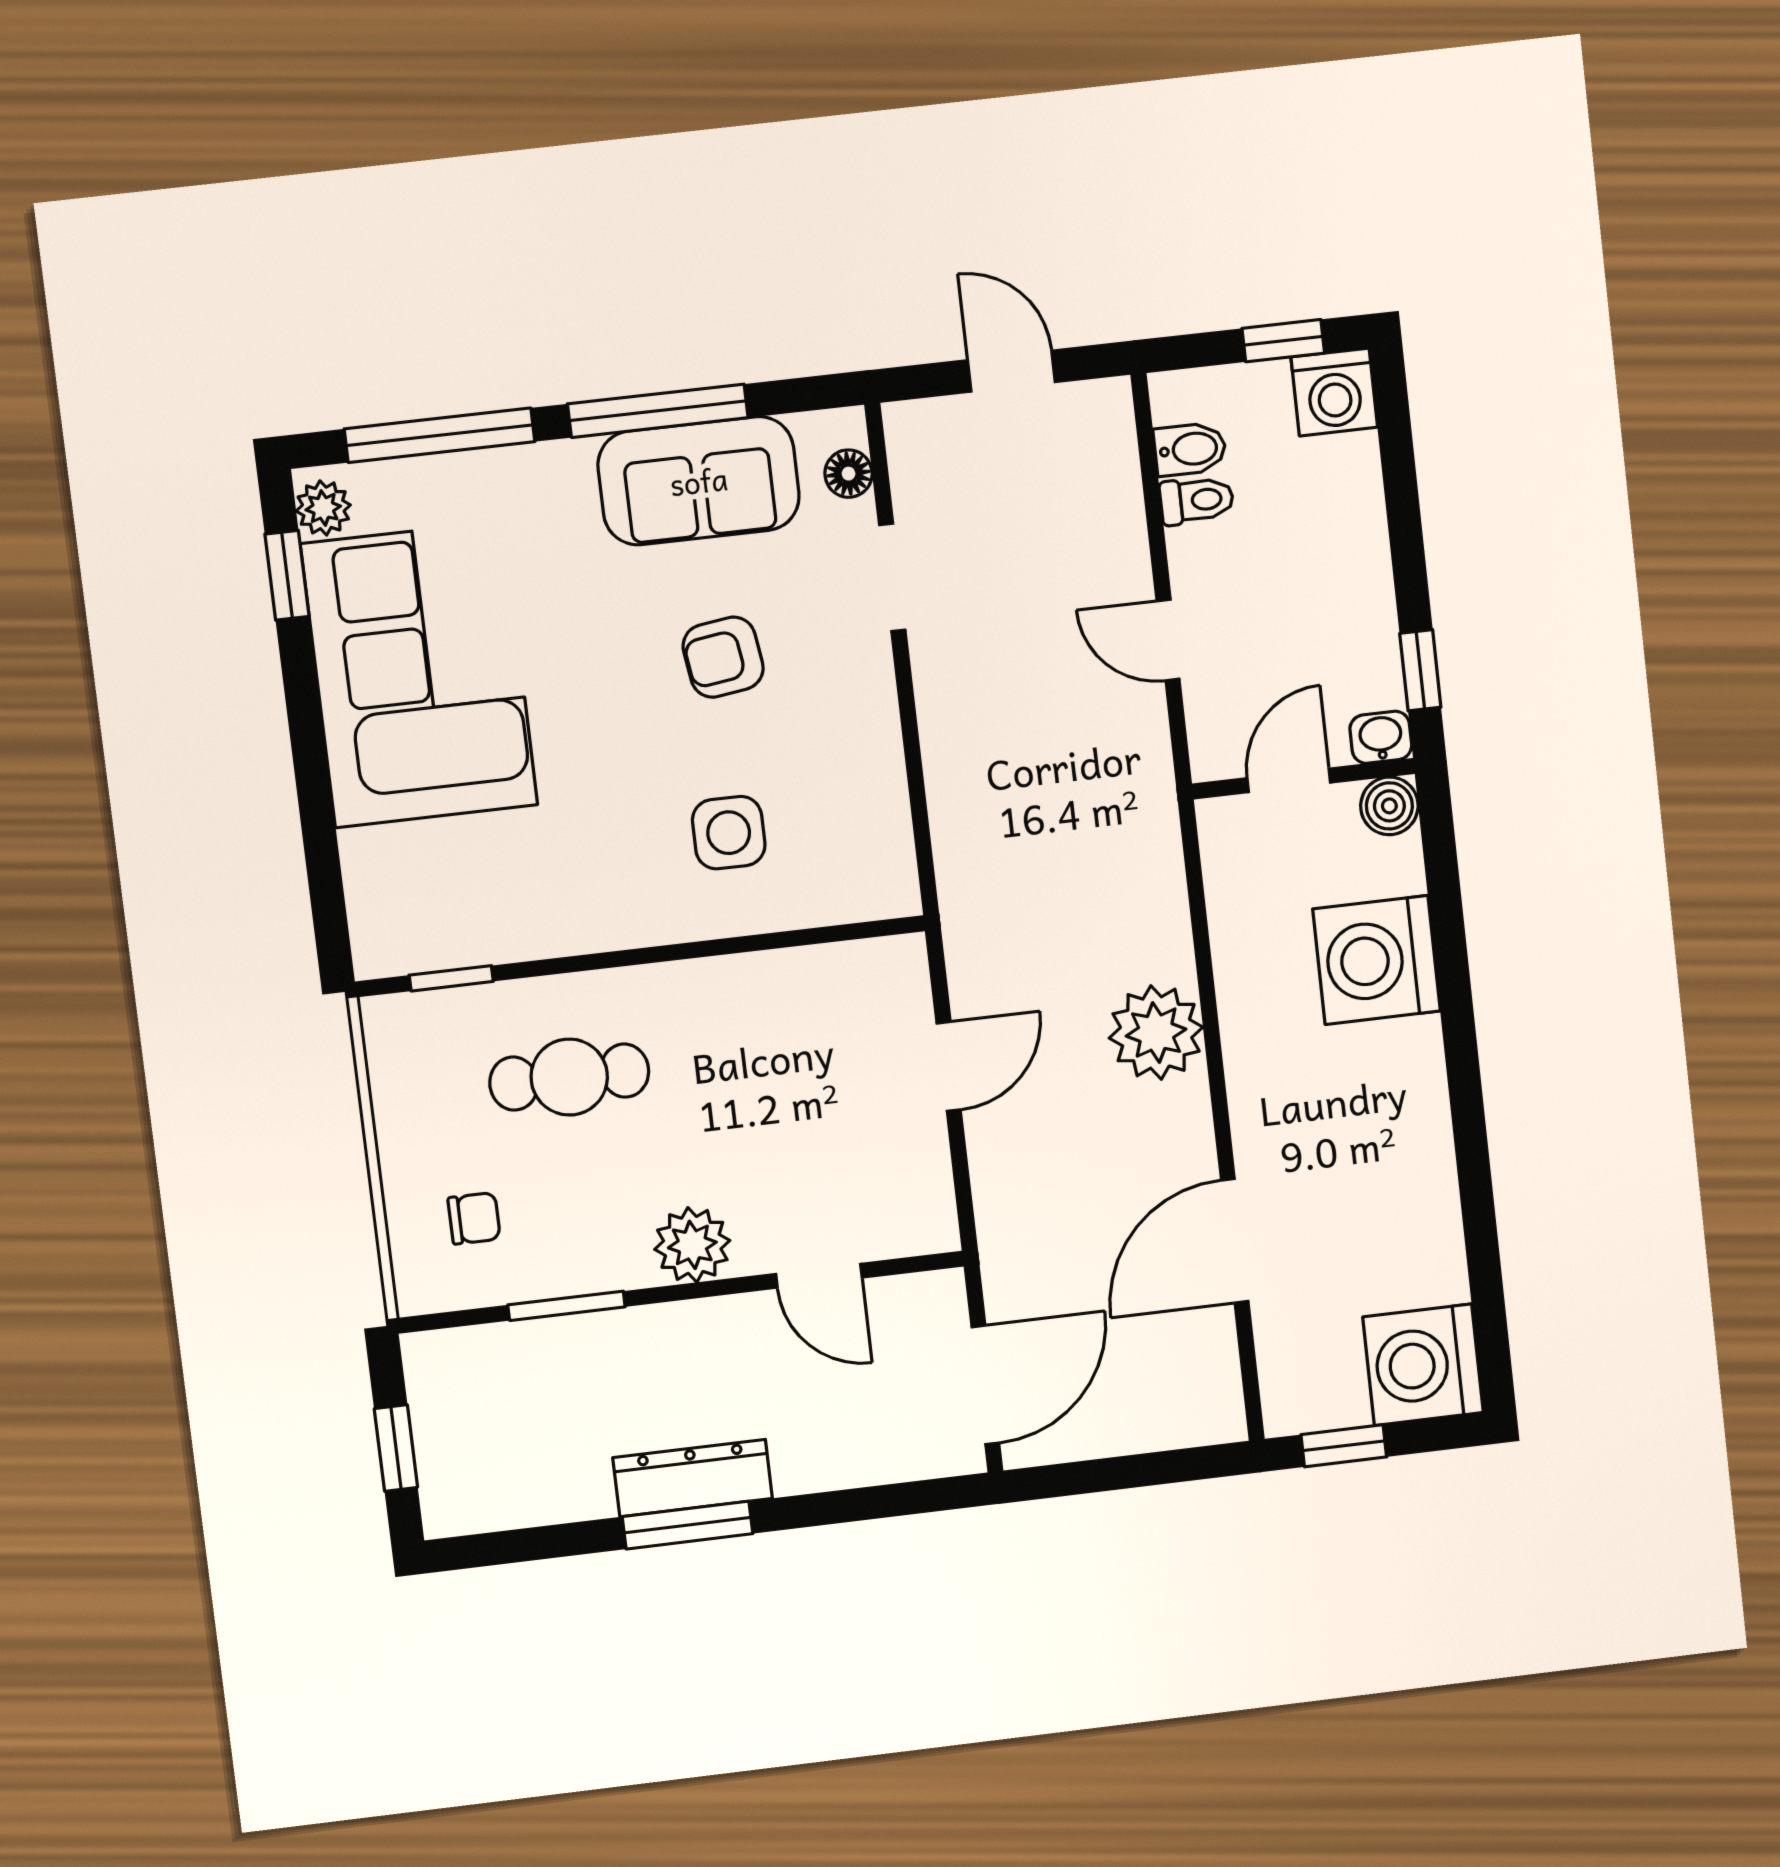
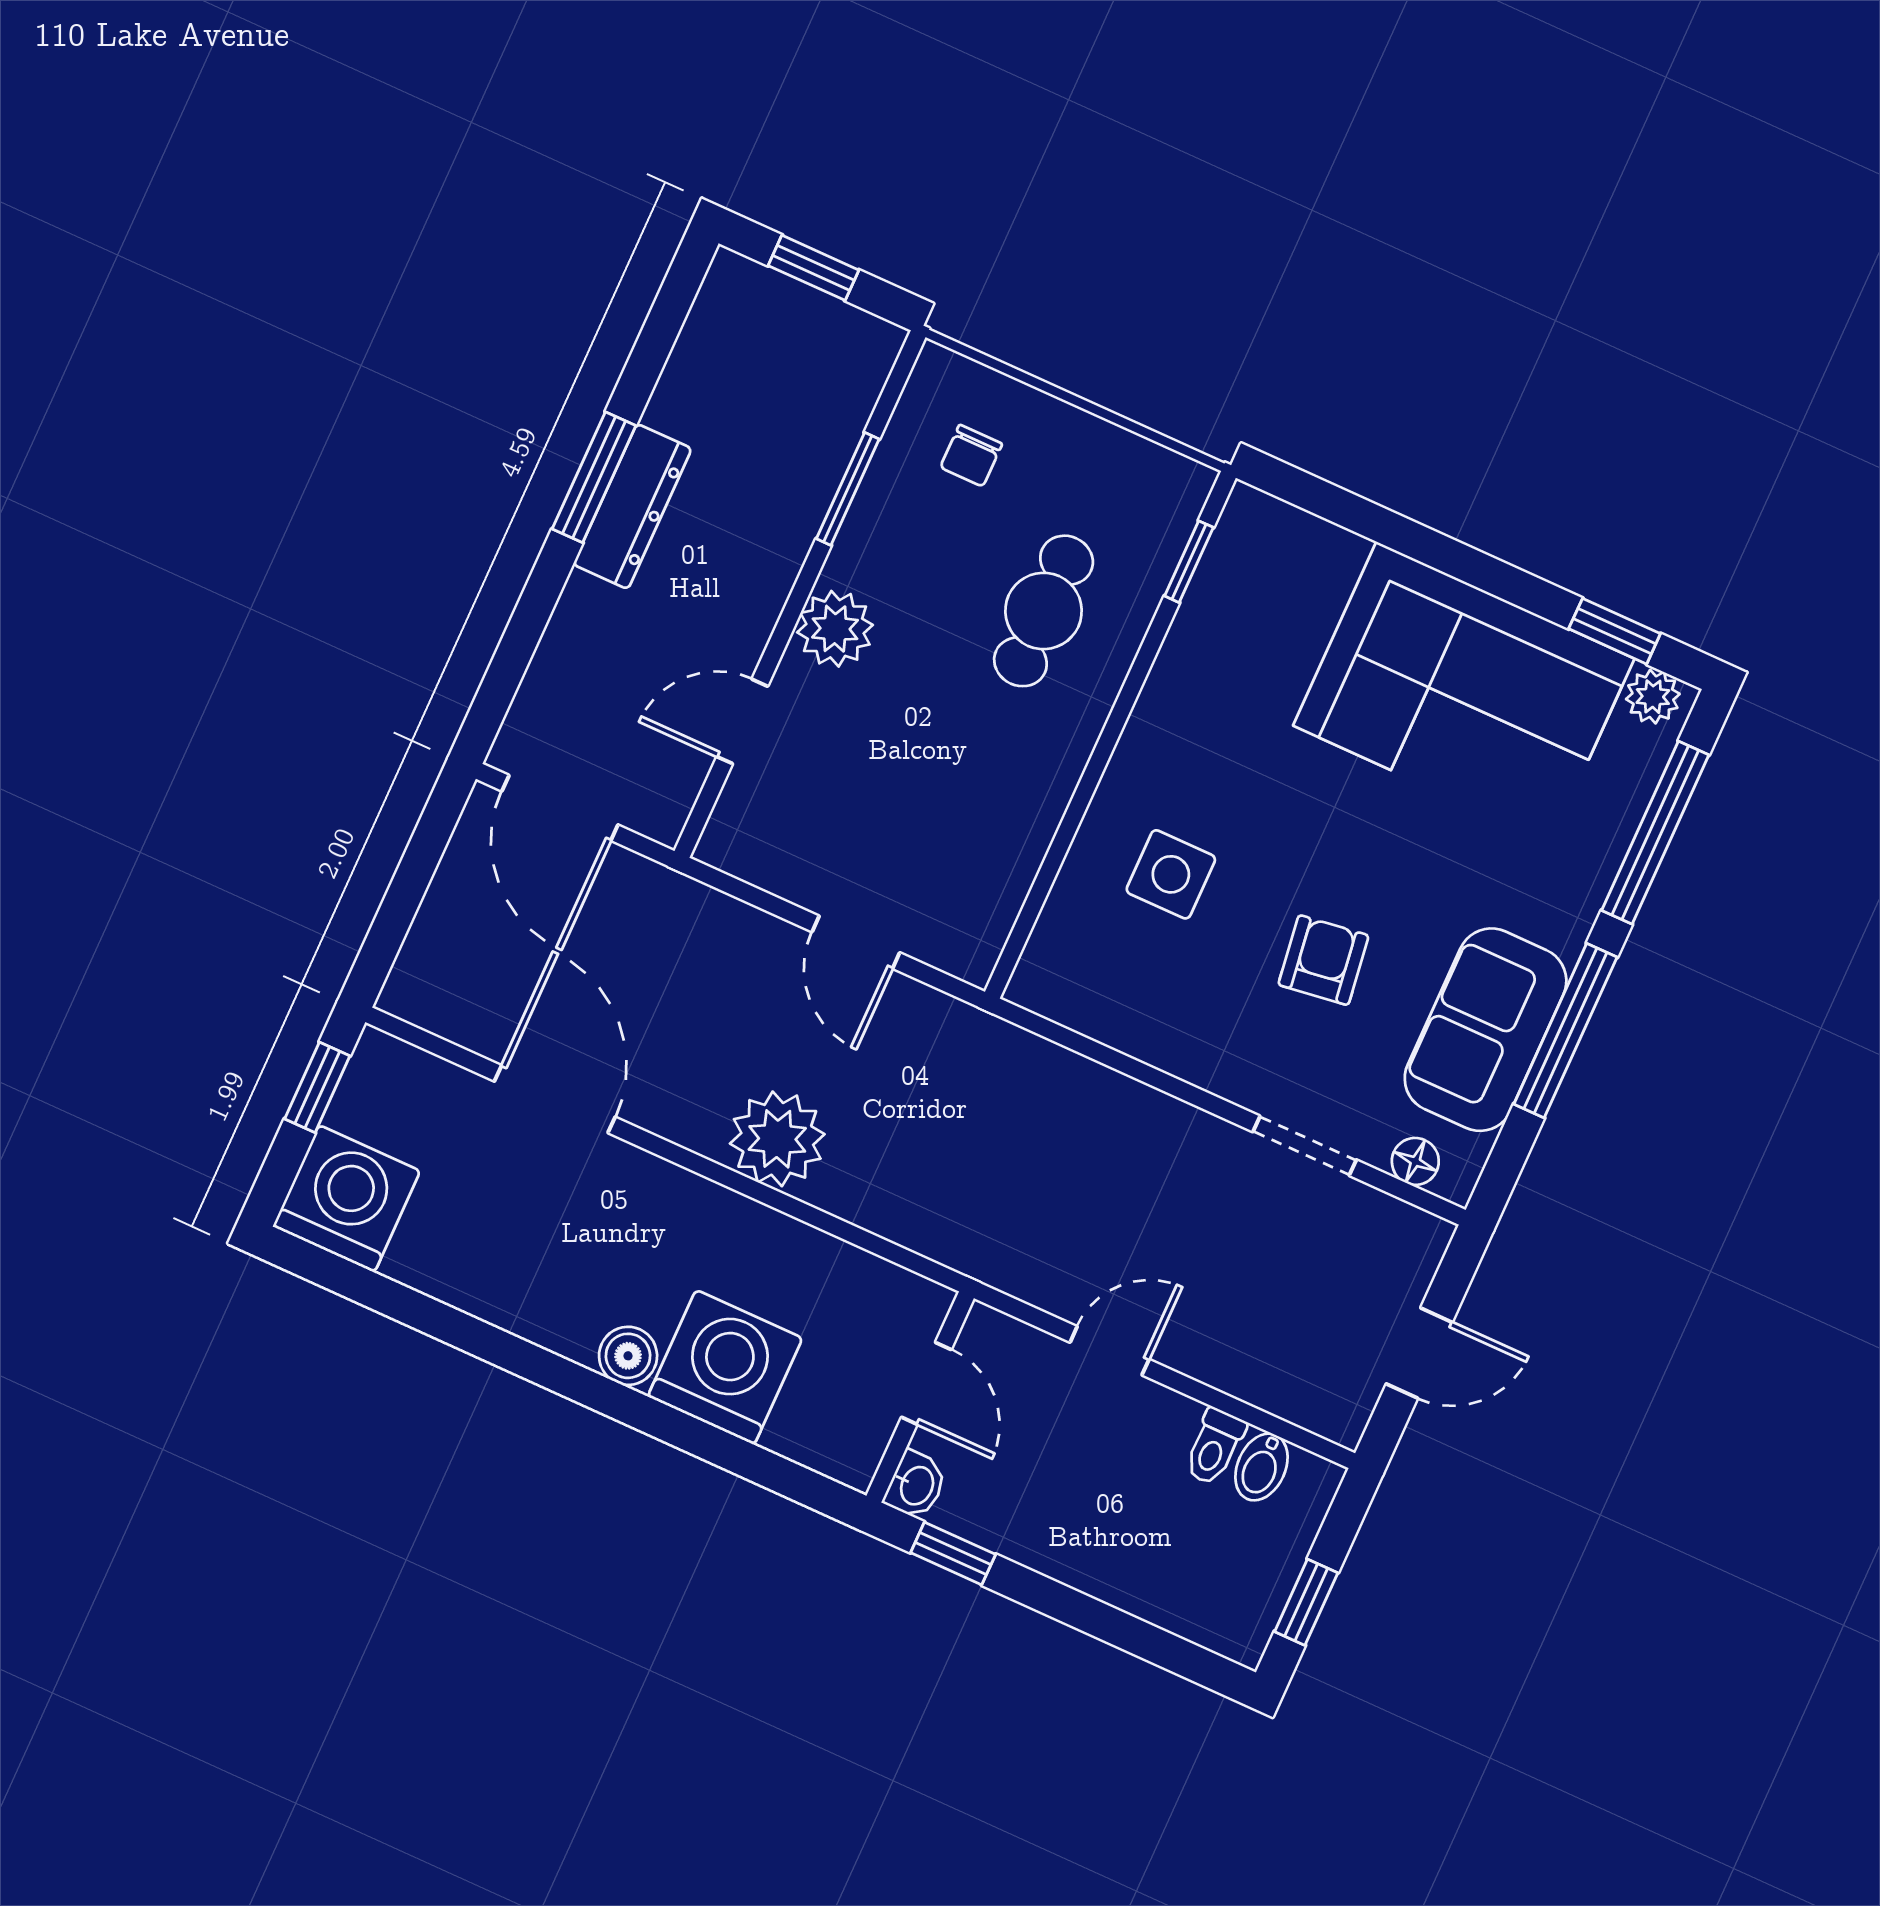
washing machine: (1334, 392) -> (1236, 1620), removed
boiler: (1389, 806) -> (628, 1356), moved

